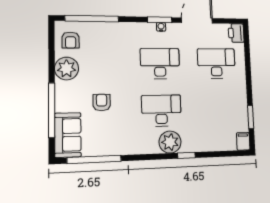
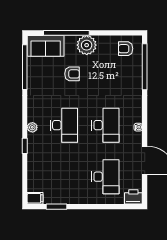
window: (160, 20) -> (145, 126), removed
plant: (67, 68) -> (87, 45), moved
plant: (170, 142) -> (32, 127), width x0.53, depth x0.53

